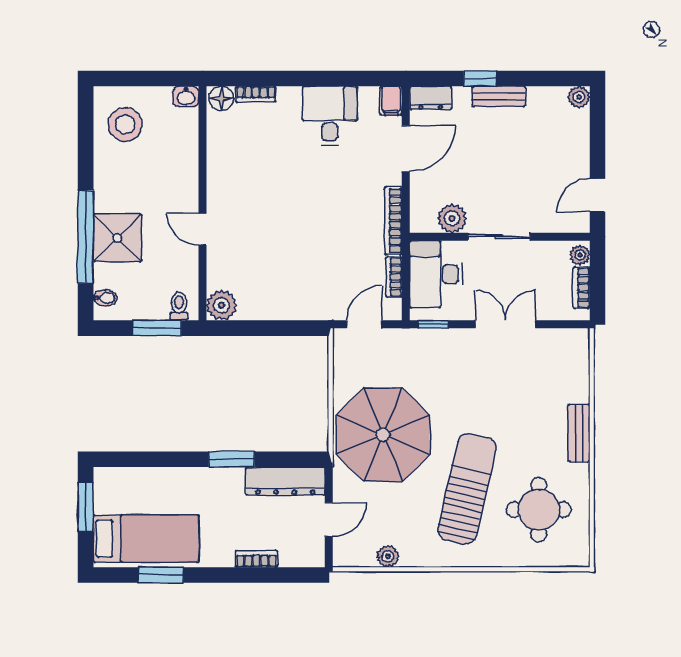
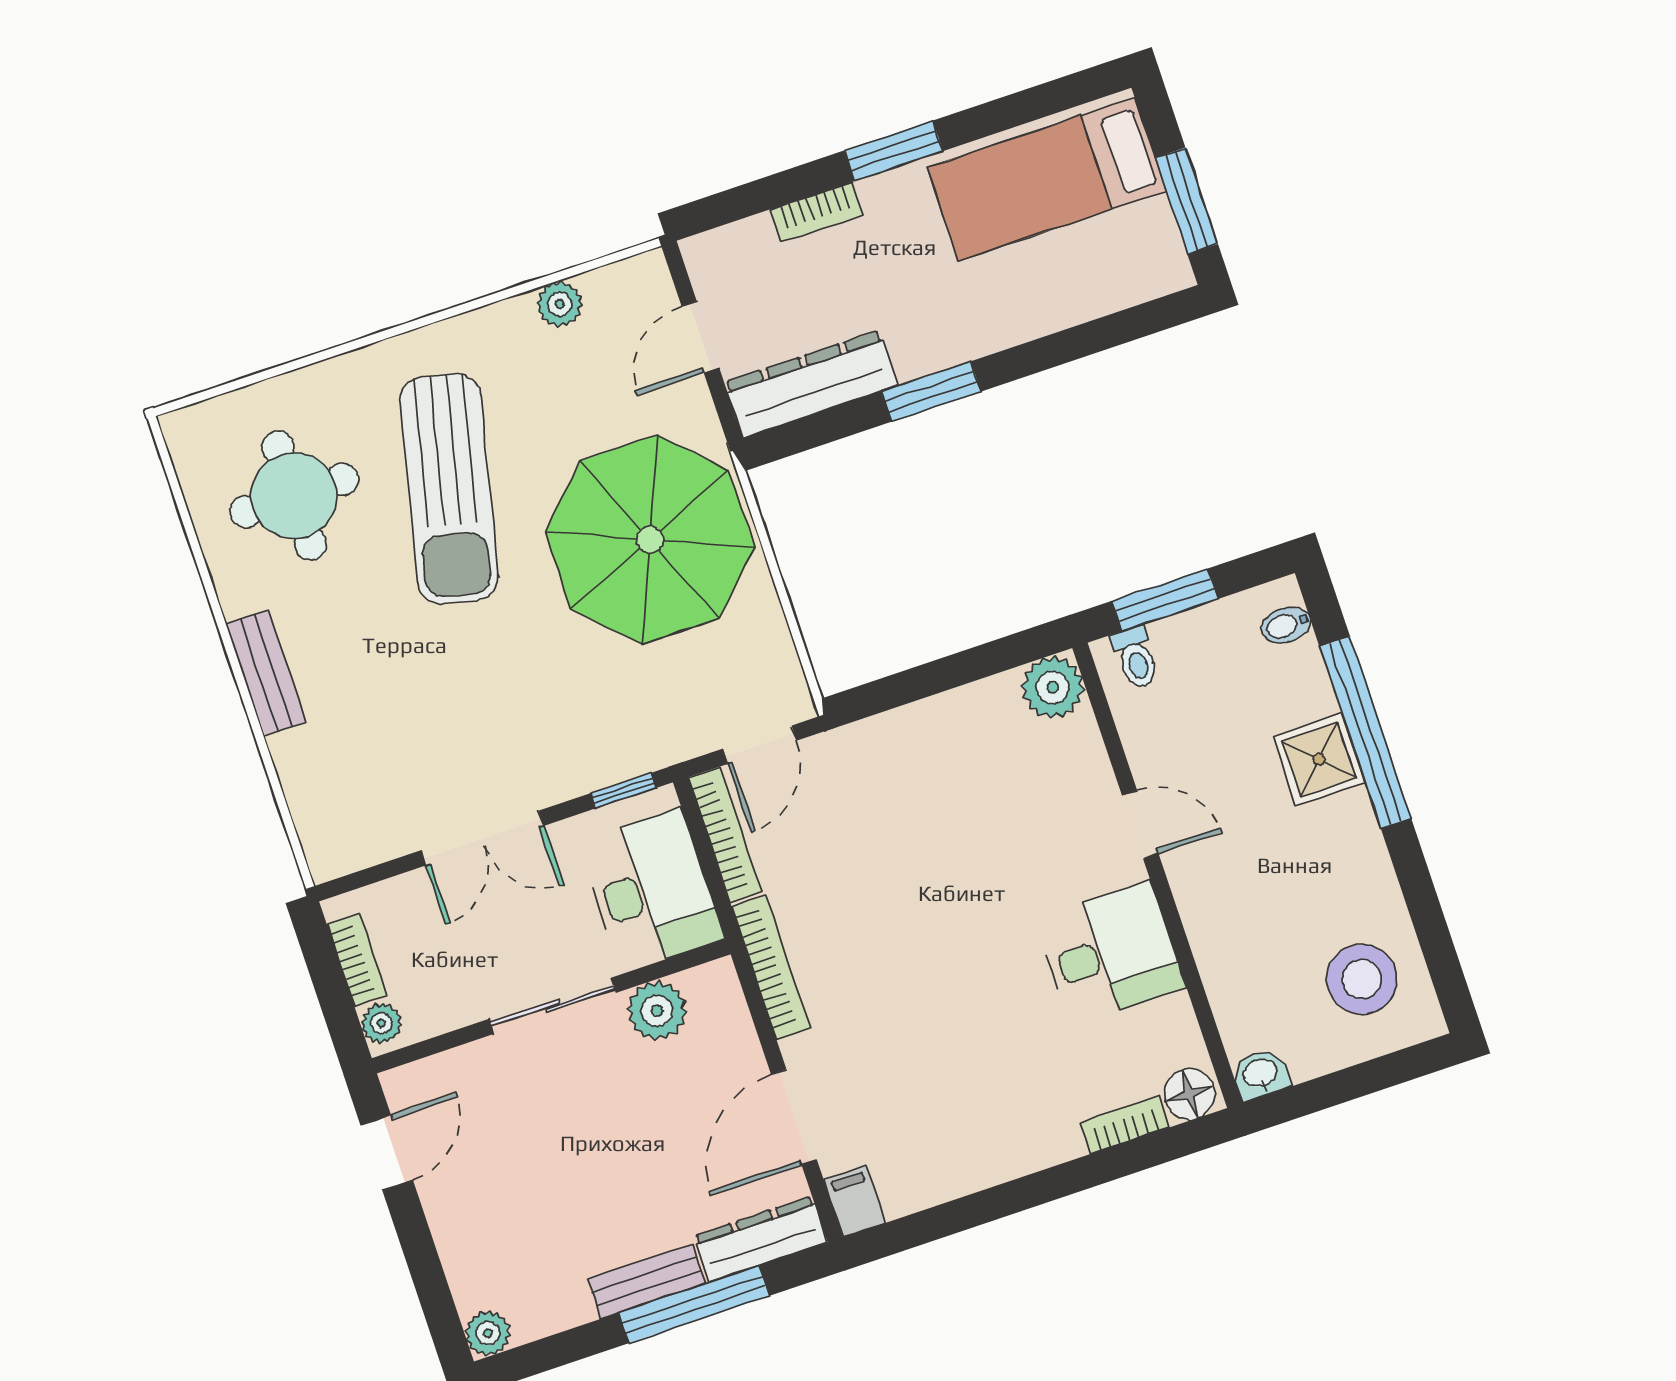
window: (480, 78) -> (694, 1304), width x2.17
dresser: (431, 98) -> (761, 1239), width x1.44
desk: (330, 116) -> (1110, 953), moved, turned -90
shower: (117, 238) -> (1319, 759), width x0.73, depth x0.73
bookcase: (394, 277) -> (725, 835), width x1.56
window: (161, 575) -> (894, 151), moved

